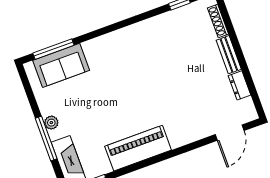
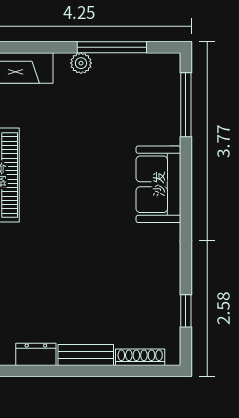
sofa: (61, 65) -> (158, 184), moved
window: (46, 139) -> (112, 47), moved

